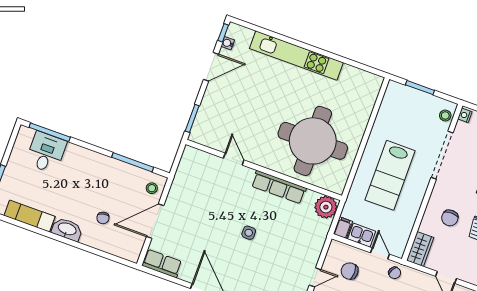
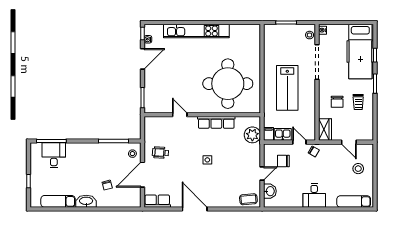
wheelchair: (190, 200) -> (160, 153), added
plant: (326, 207) -> (252, 135), moved

